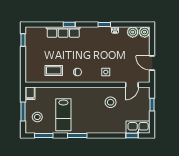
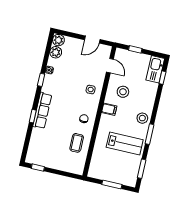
row of seats: (63, 32) -> (42, 111), moved
filing cabinet: (30, 93) -> (109, 109), moved
stool: (37, 117) -> (142, 118), moved

